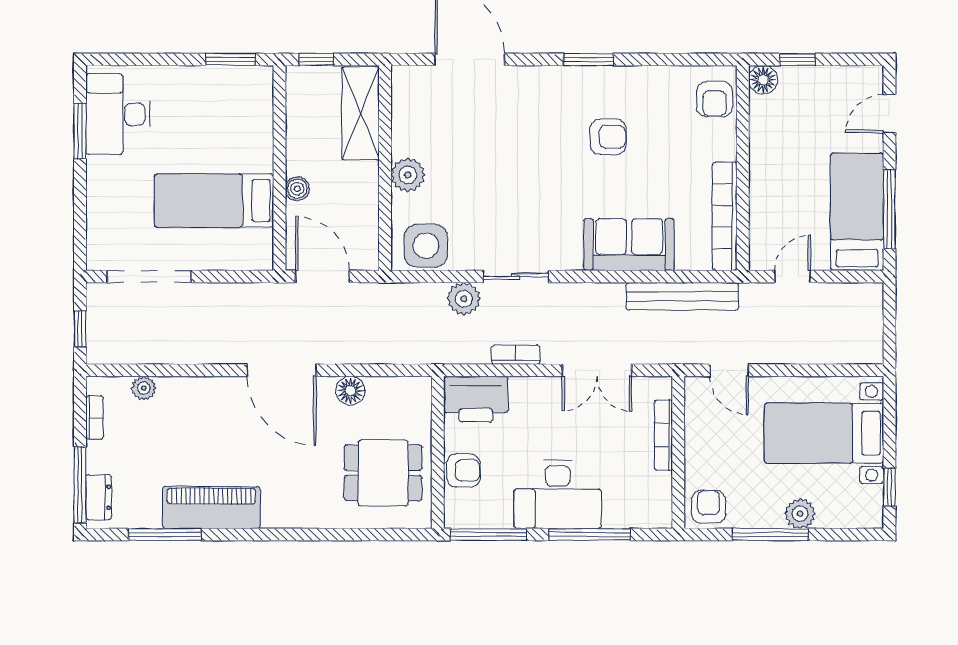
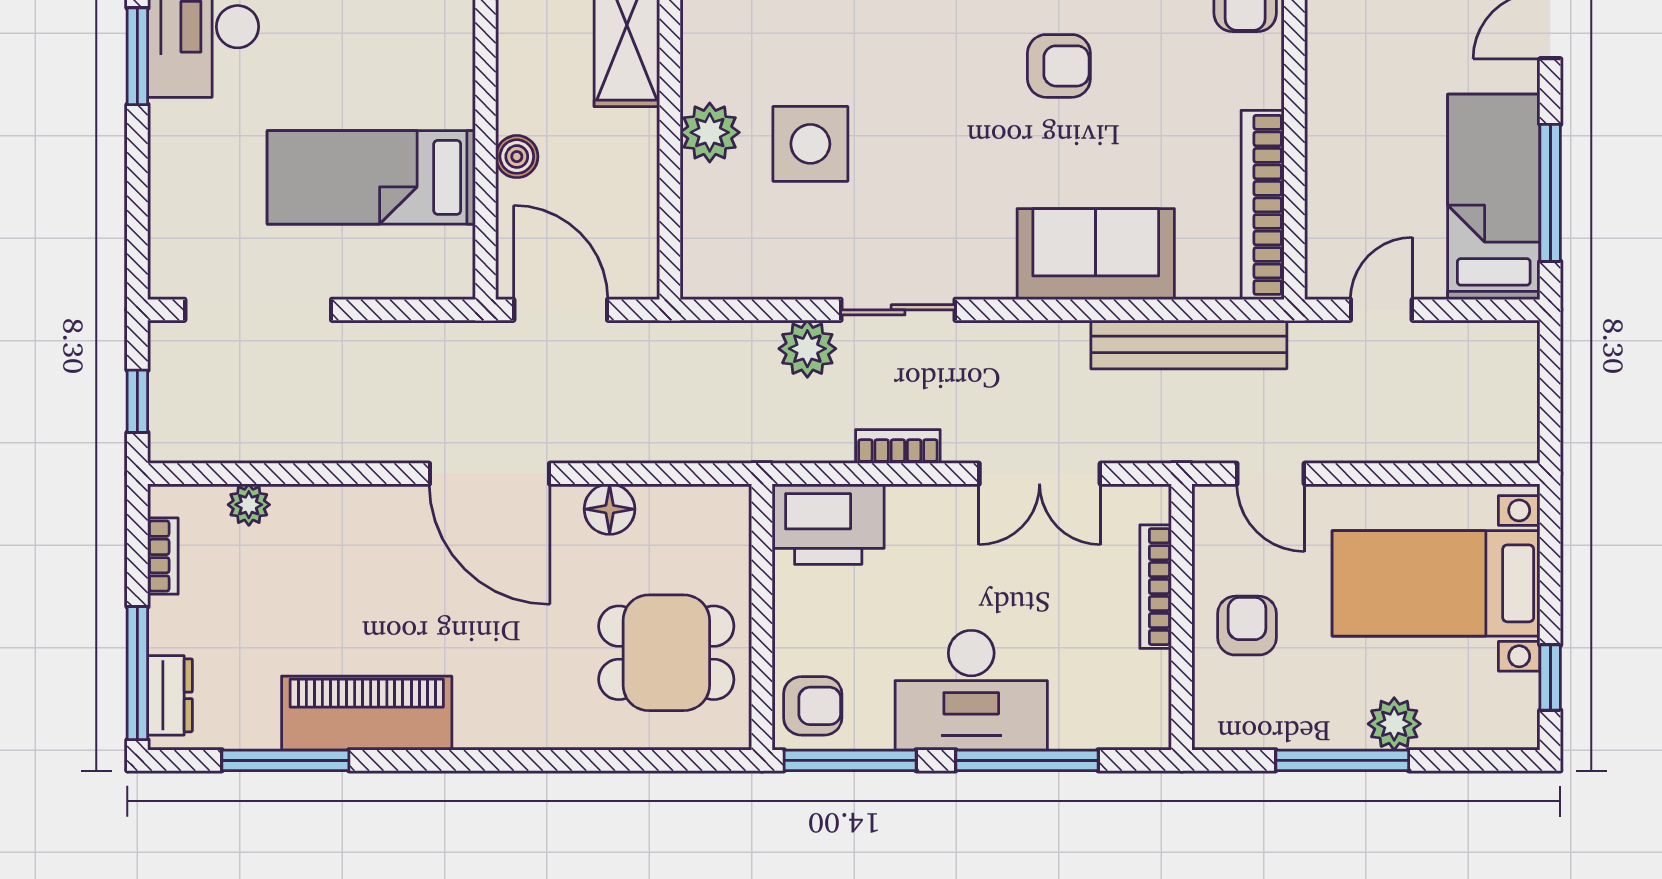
side table: (426, 246) -> (810, 144), moved
armchair: (463, 471) -> (813, 706), moved
armchair: (709, 507) -> (1247, 626), moved

